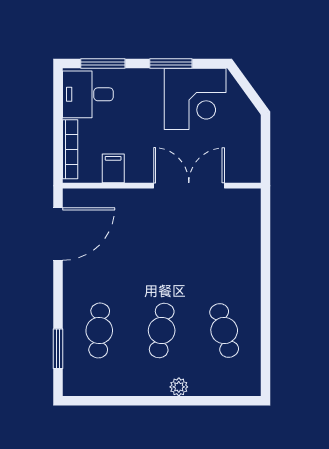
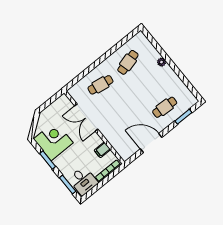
door: (58, 234) -> (151, 143), moved
cafe table: (162, 330) -> (100, 85), moved

